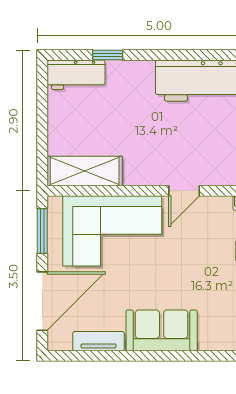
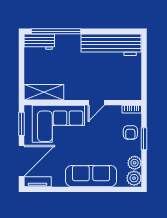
window: (108, 55) -> (56, 31), width x3.17
sofa: (162, 330) -> (91, 176), width x1.36
tv unit: (98, 341) -> (38, 182), moved

